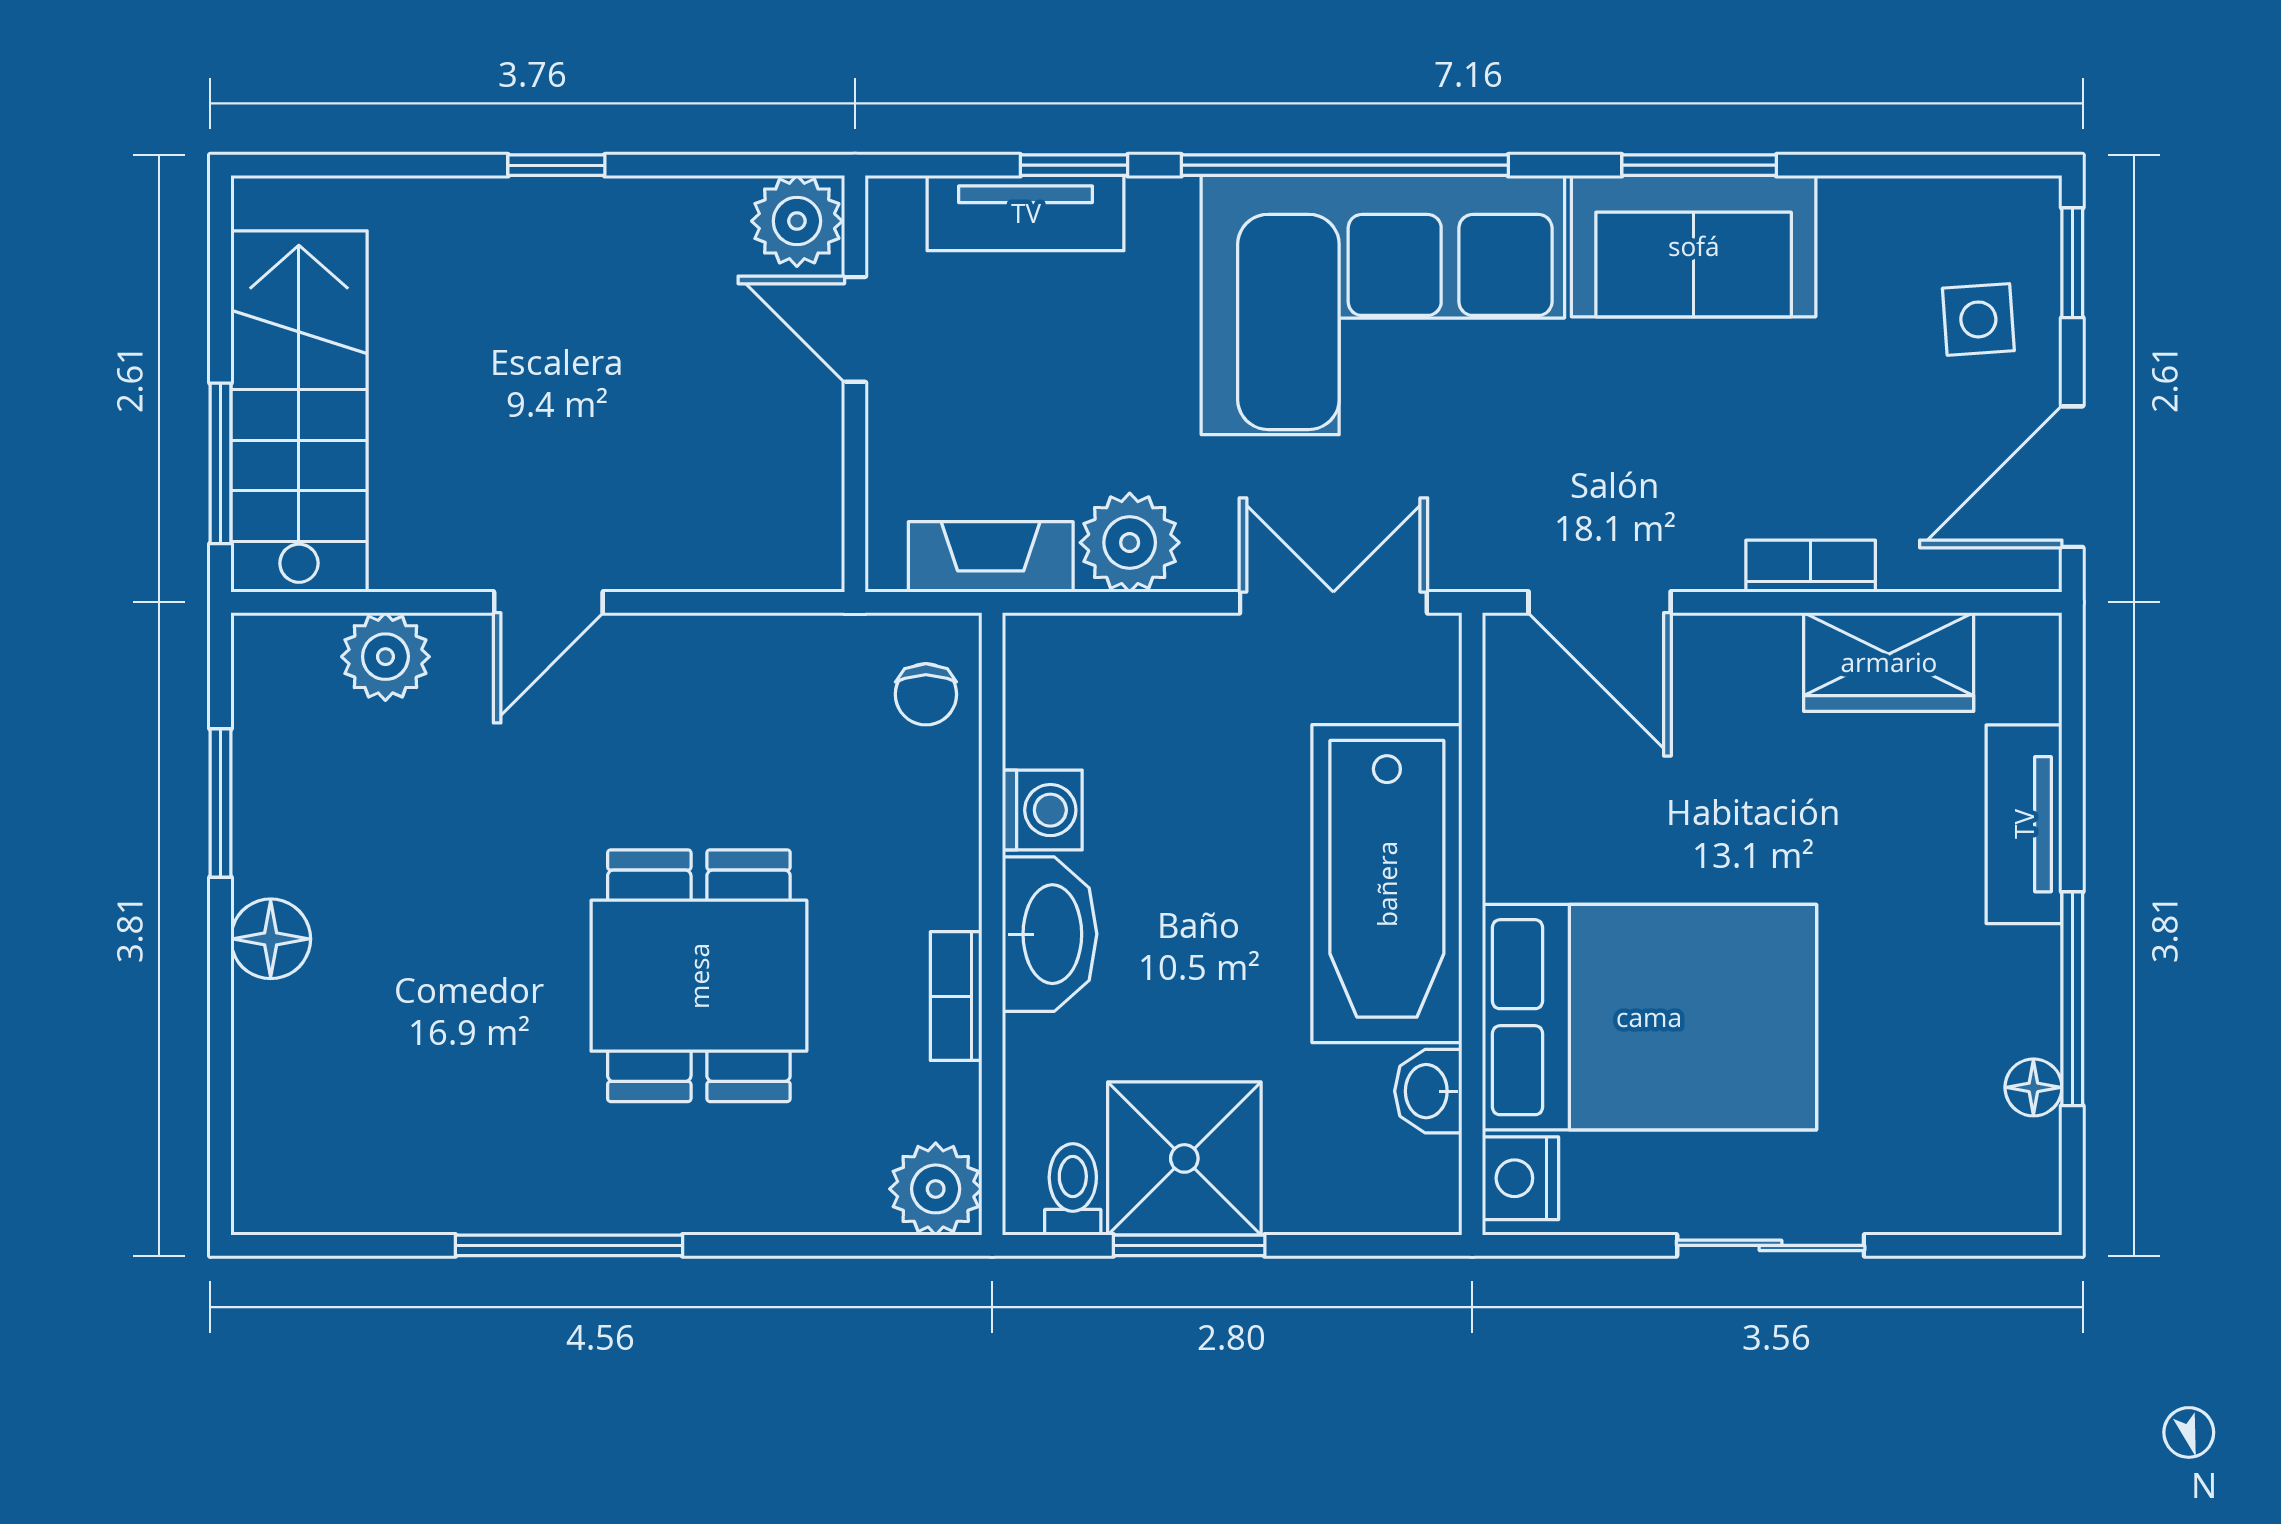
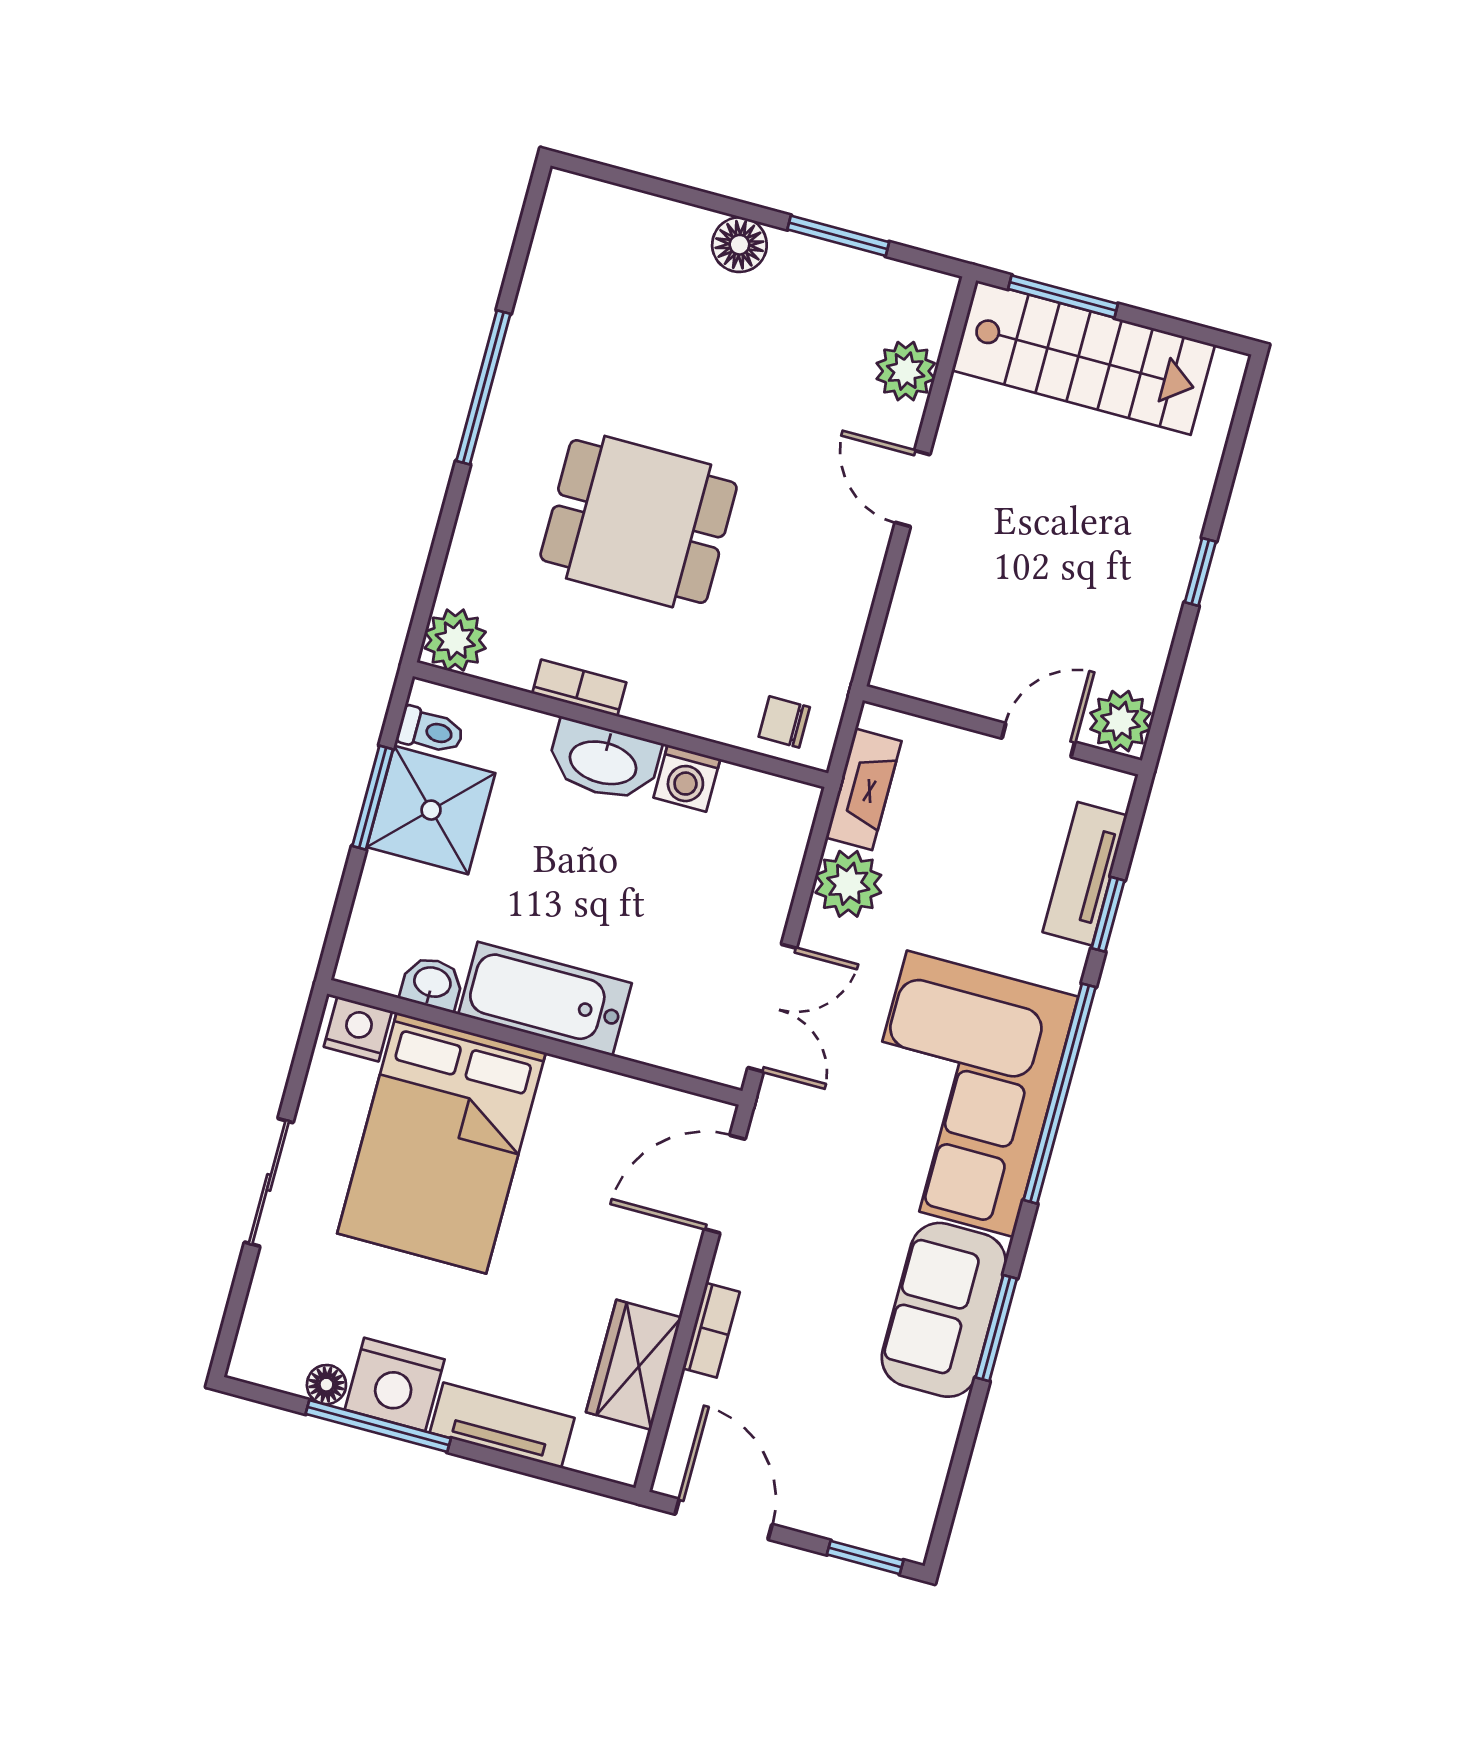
side table: (1978, 319) -> (844, 1485), removed
bathtub: (1387, 884) -> (545, 999), width x0.73, depth x0.73
nightstand: (2007, 991) -> (395, 1384), added

